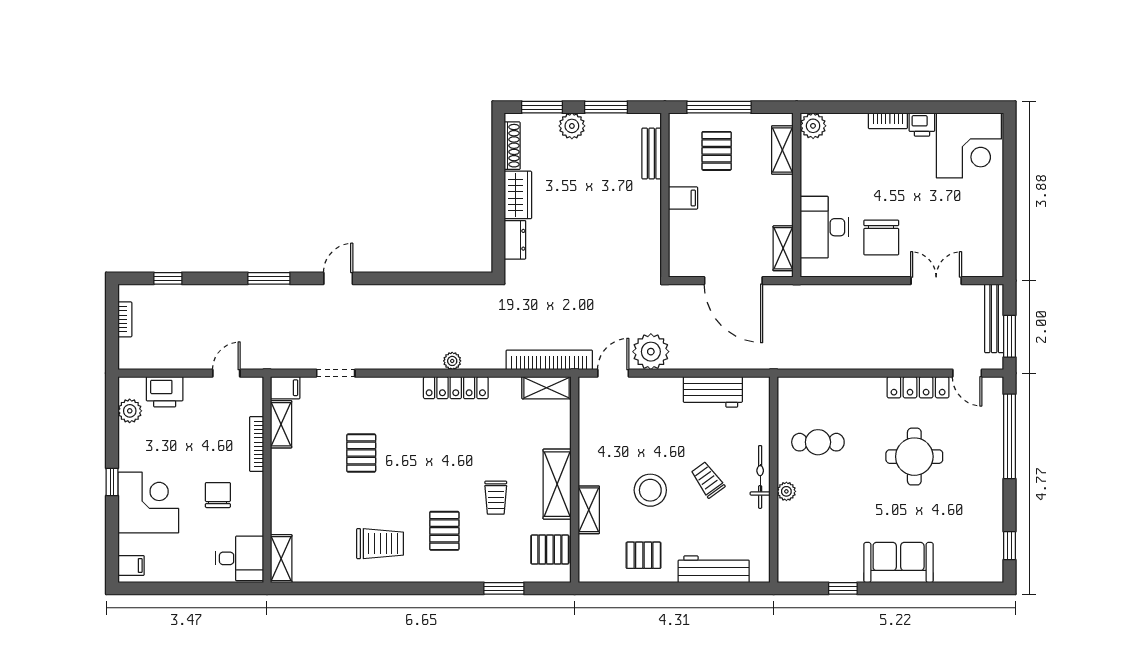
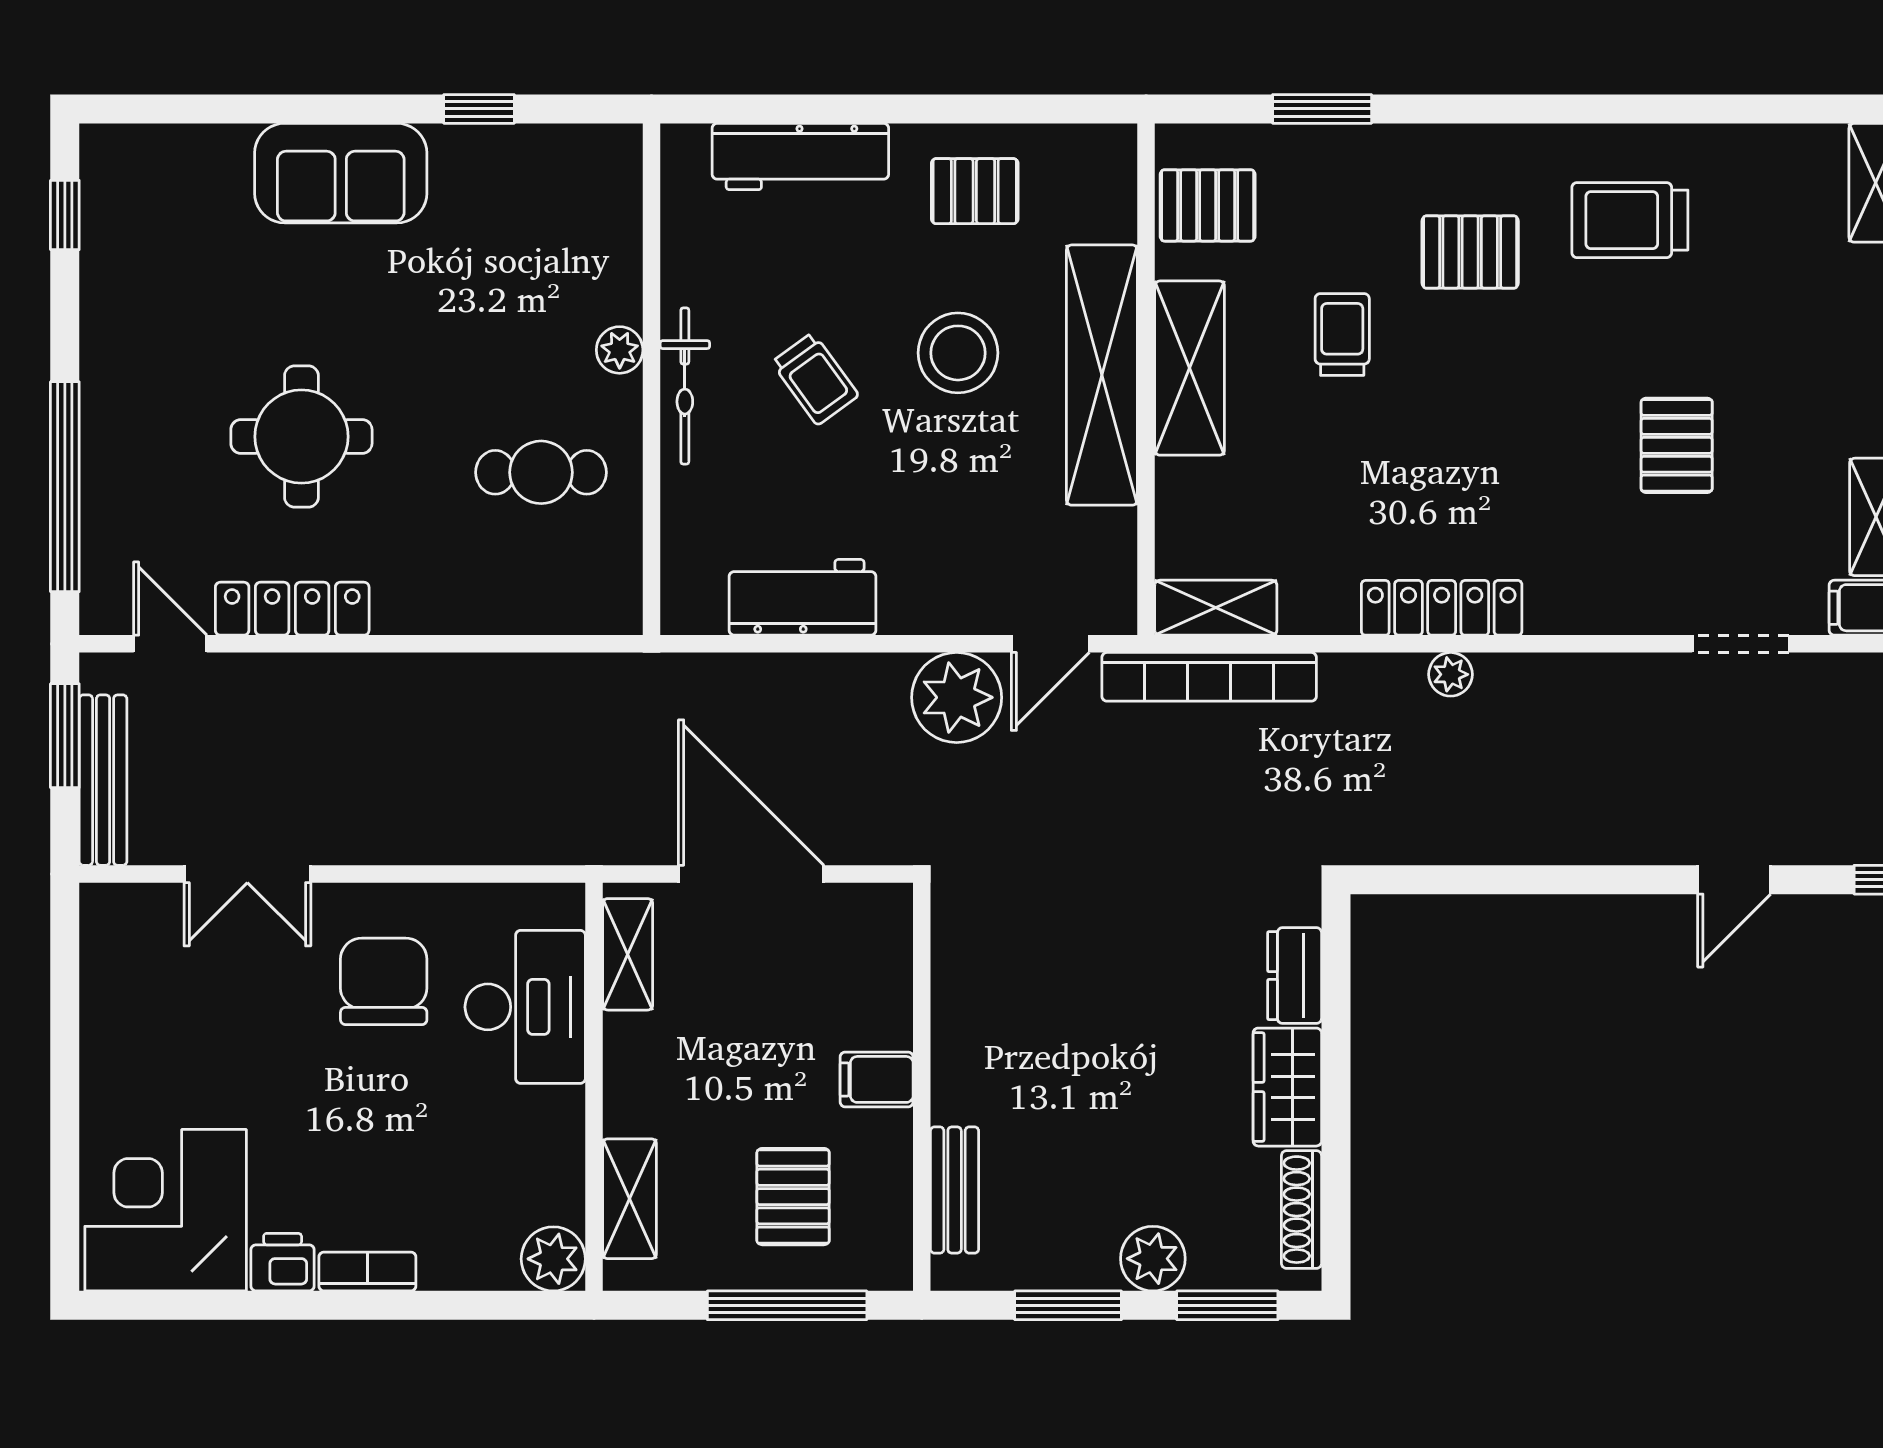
shelving: (589, 510) -> (1102, 375), width x2.20, depth x1.33
pallet: (444, 531) -> (1470, 252), turned 90

